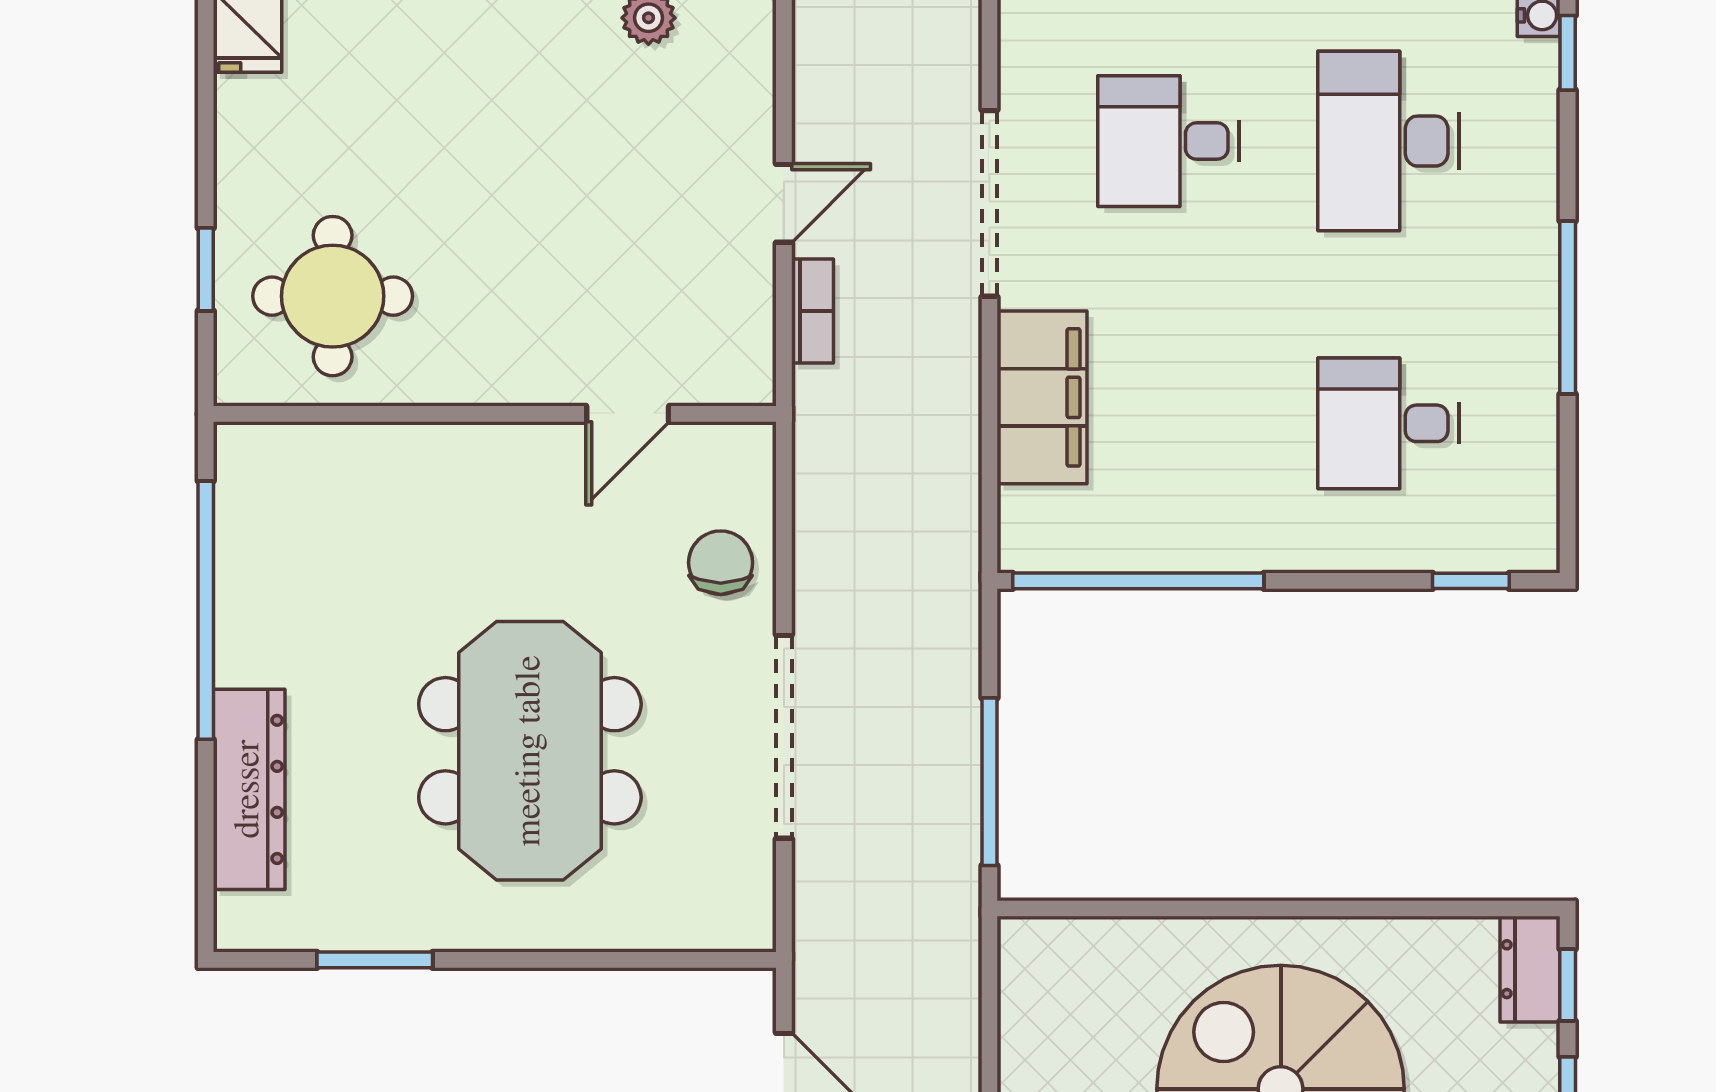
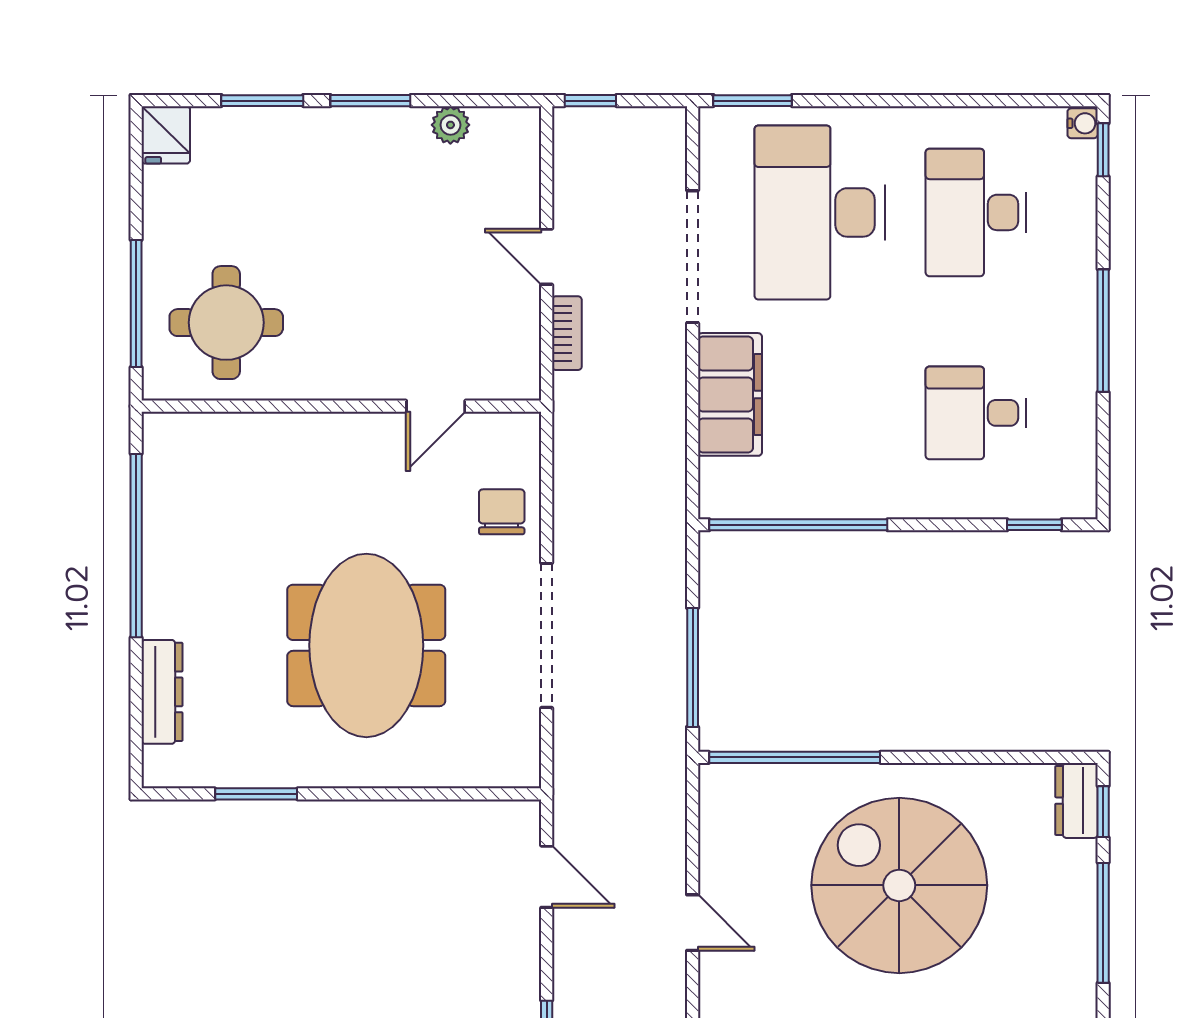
desk: (1169, 141) -> (820, 212), width x1.87, depth x1.30
door: (784, 203) -> (547, 257), swing flipped
window: (206, 269) -> (136, 304), width x2.17
dresser: (249, 789) -> (162, 692), width x0.73, depth x0.80
window: (1133, 908) -> (795, 757), added

